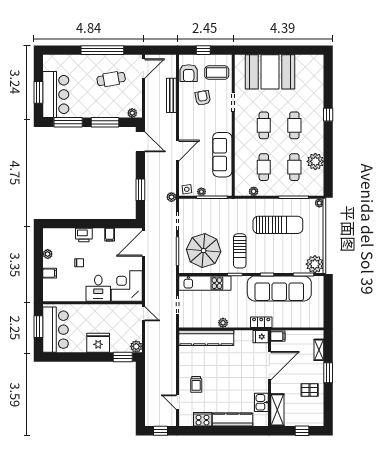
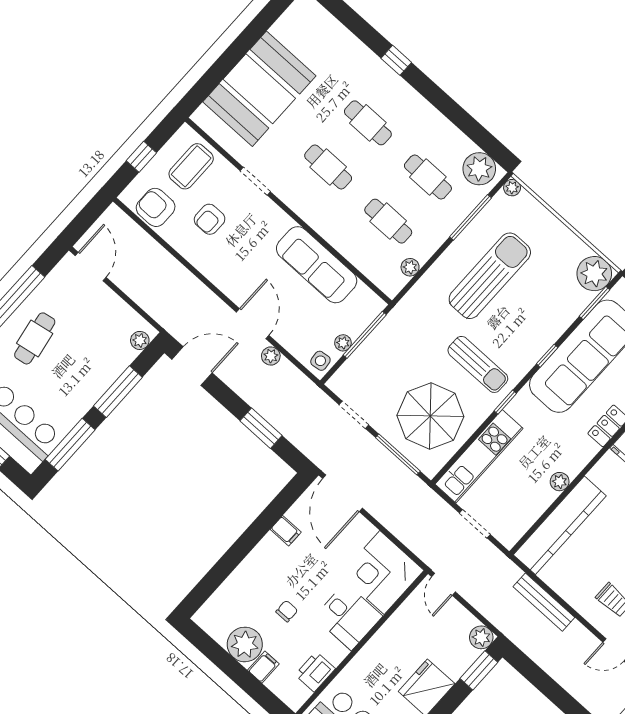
armchair: (189, 73) -> (156, 207), turned 180
cafe table: (111, 79) -> (35, 338), moved
bench: (171, 95) -> (544, 602), moved
armchair: (203, 98) -> (210, 219), turned -80
plant: (315, 161) -> (479, 169), moved
plant: (171, 197) -> (271, 356), moved
printer: (84, 235) -> (315, 672), moved, turned 180
plant: (48, 254) -> (245, 644), width x1.88, depth x1.88
door: (144, 314) -> (444, 584), swing flipped

